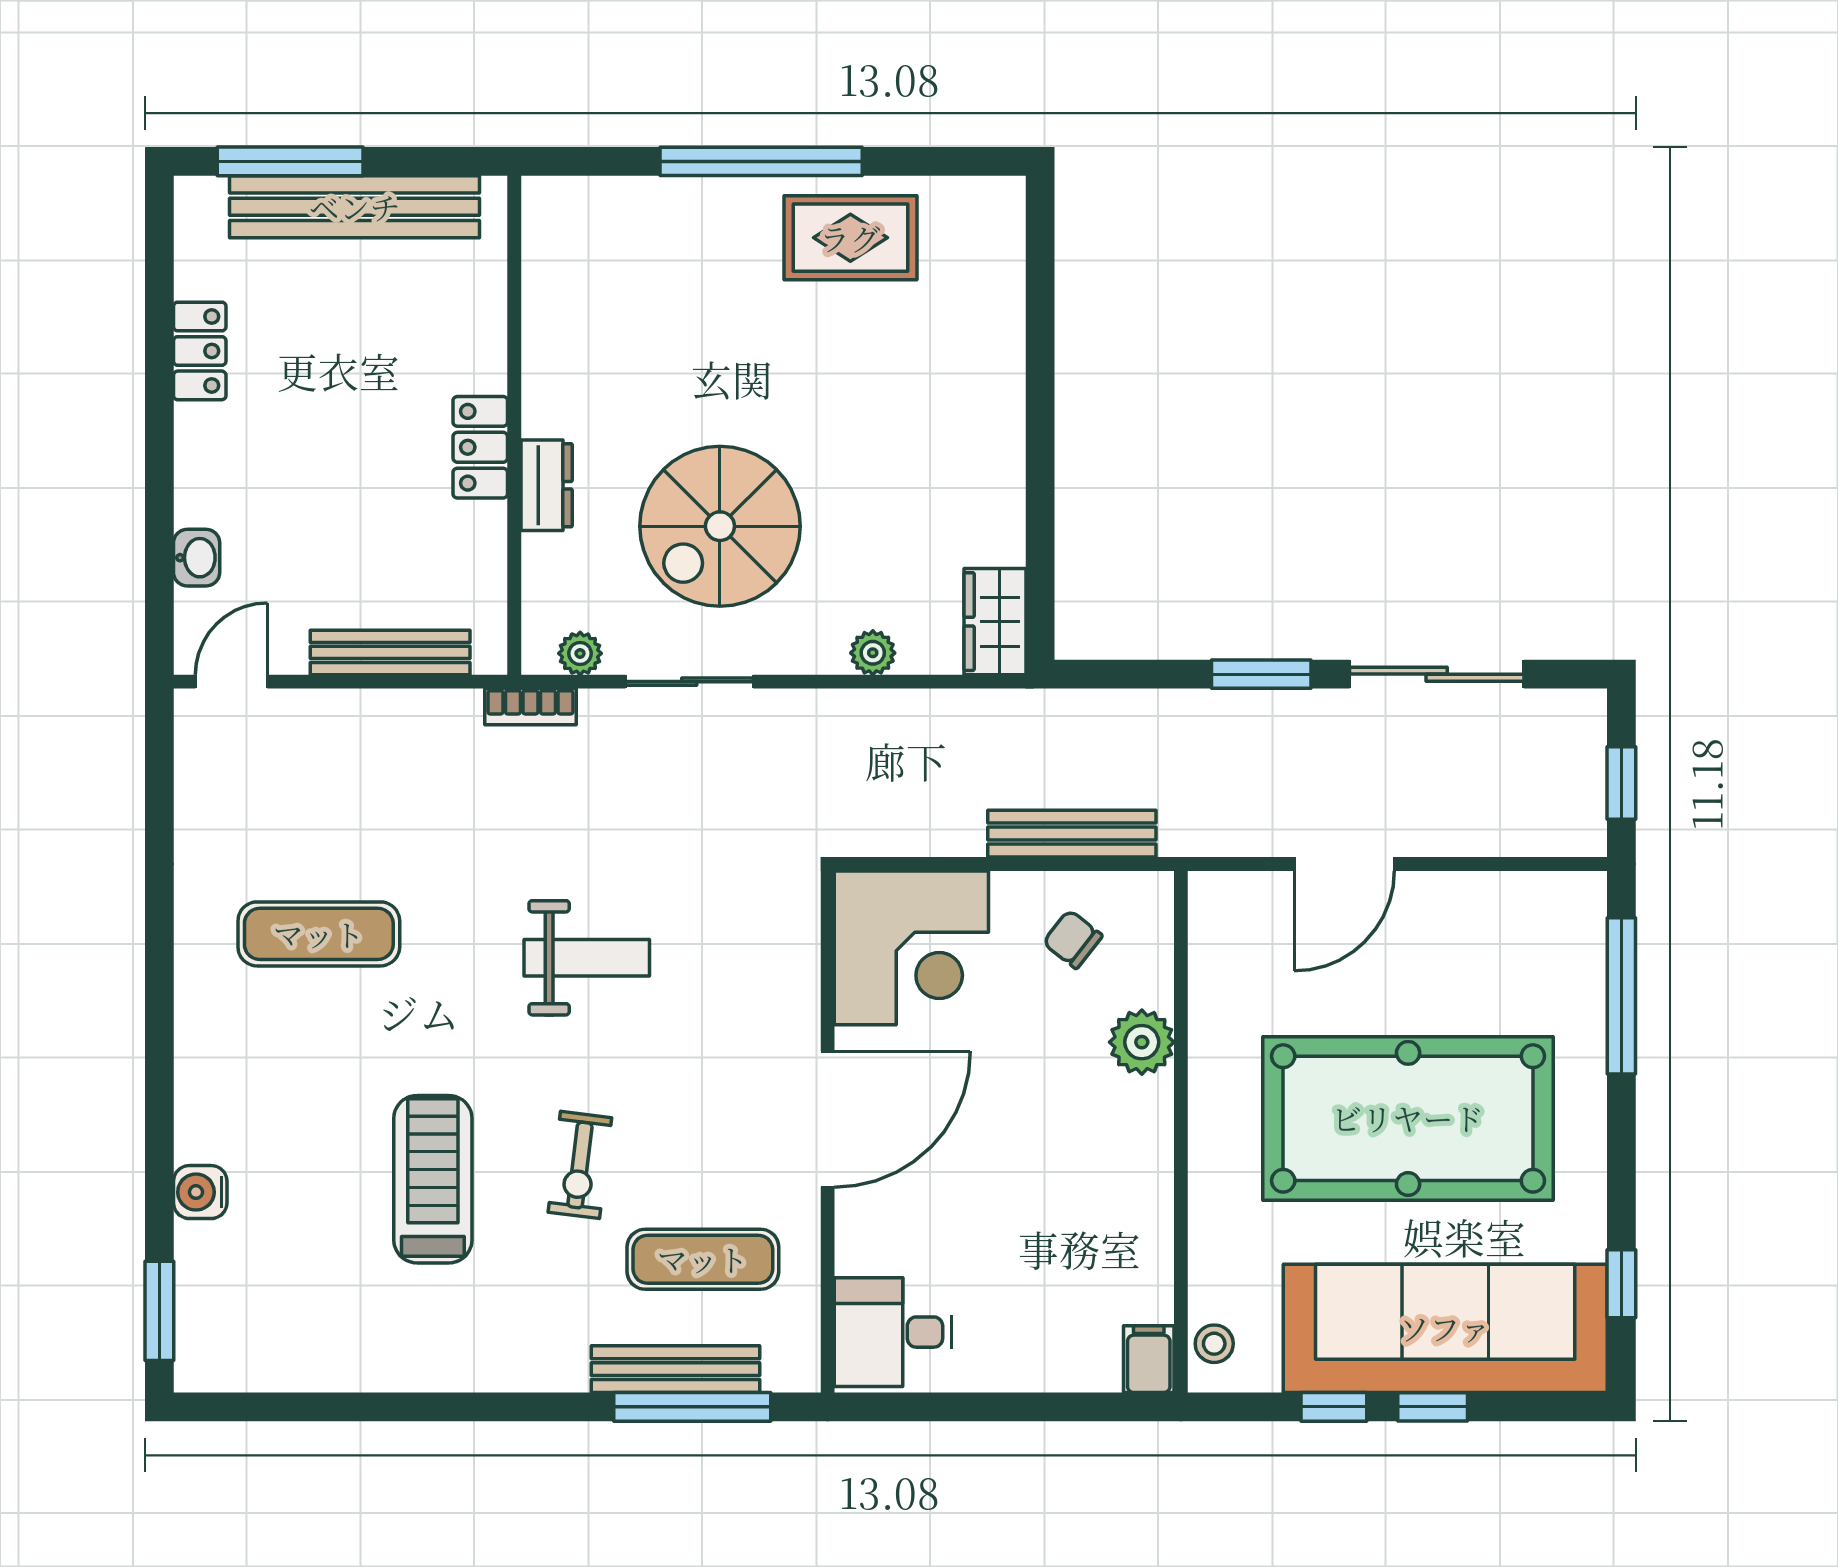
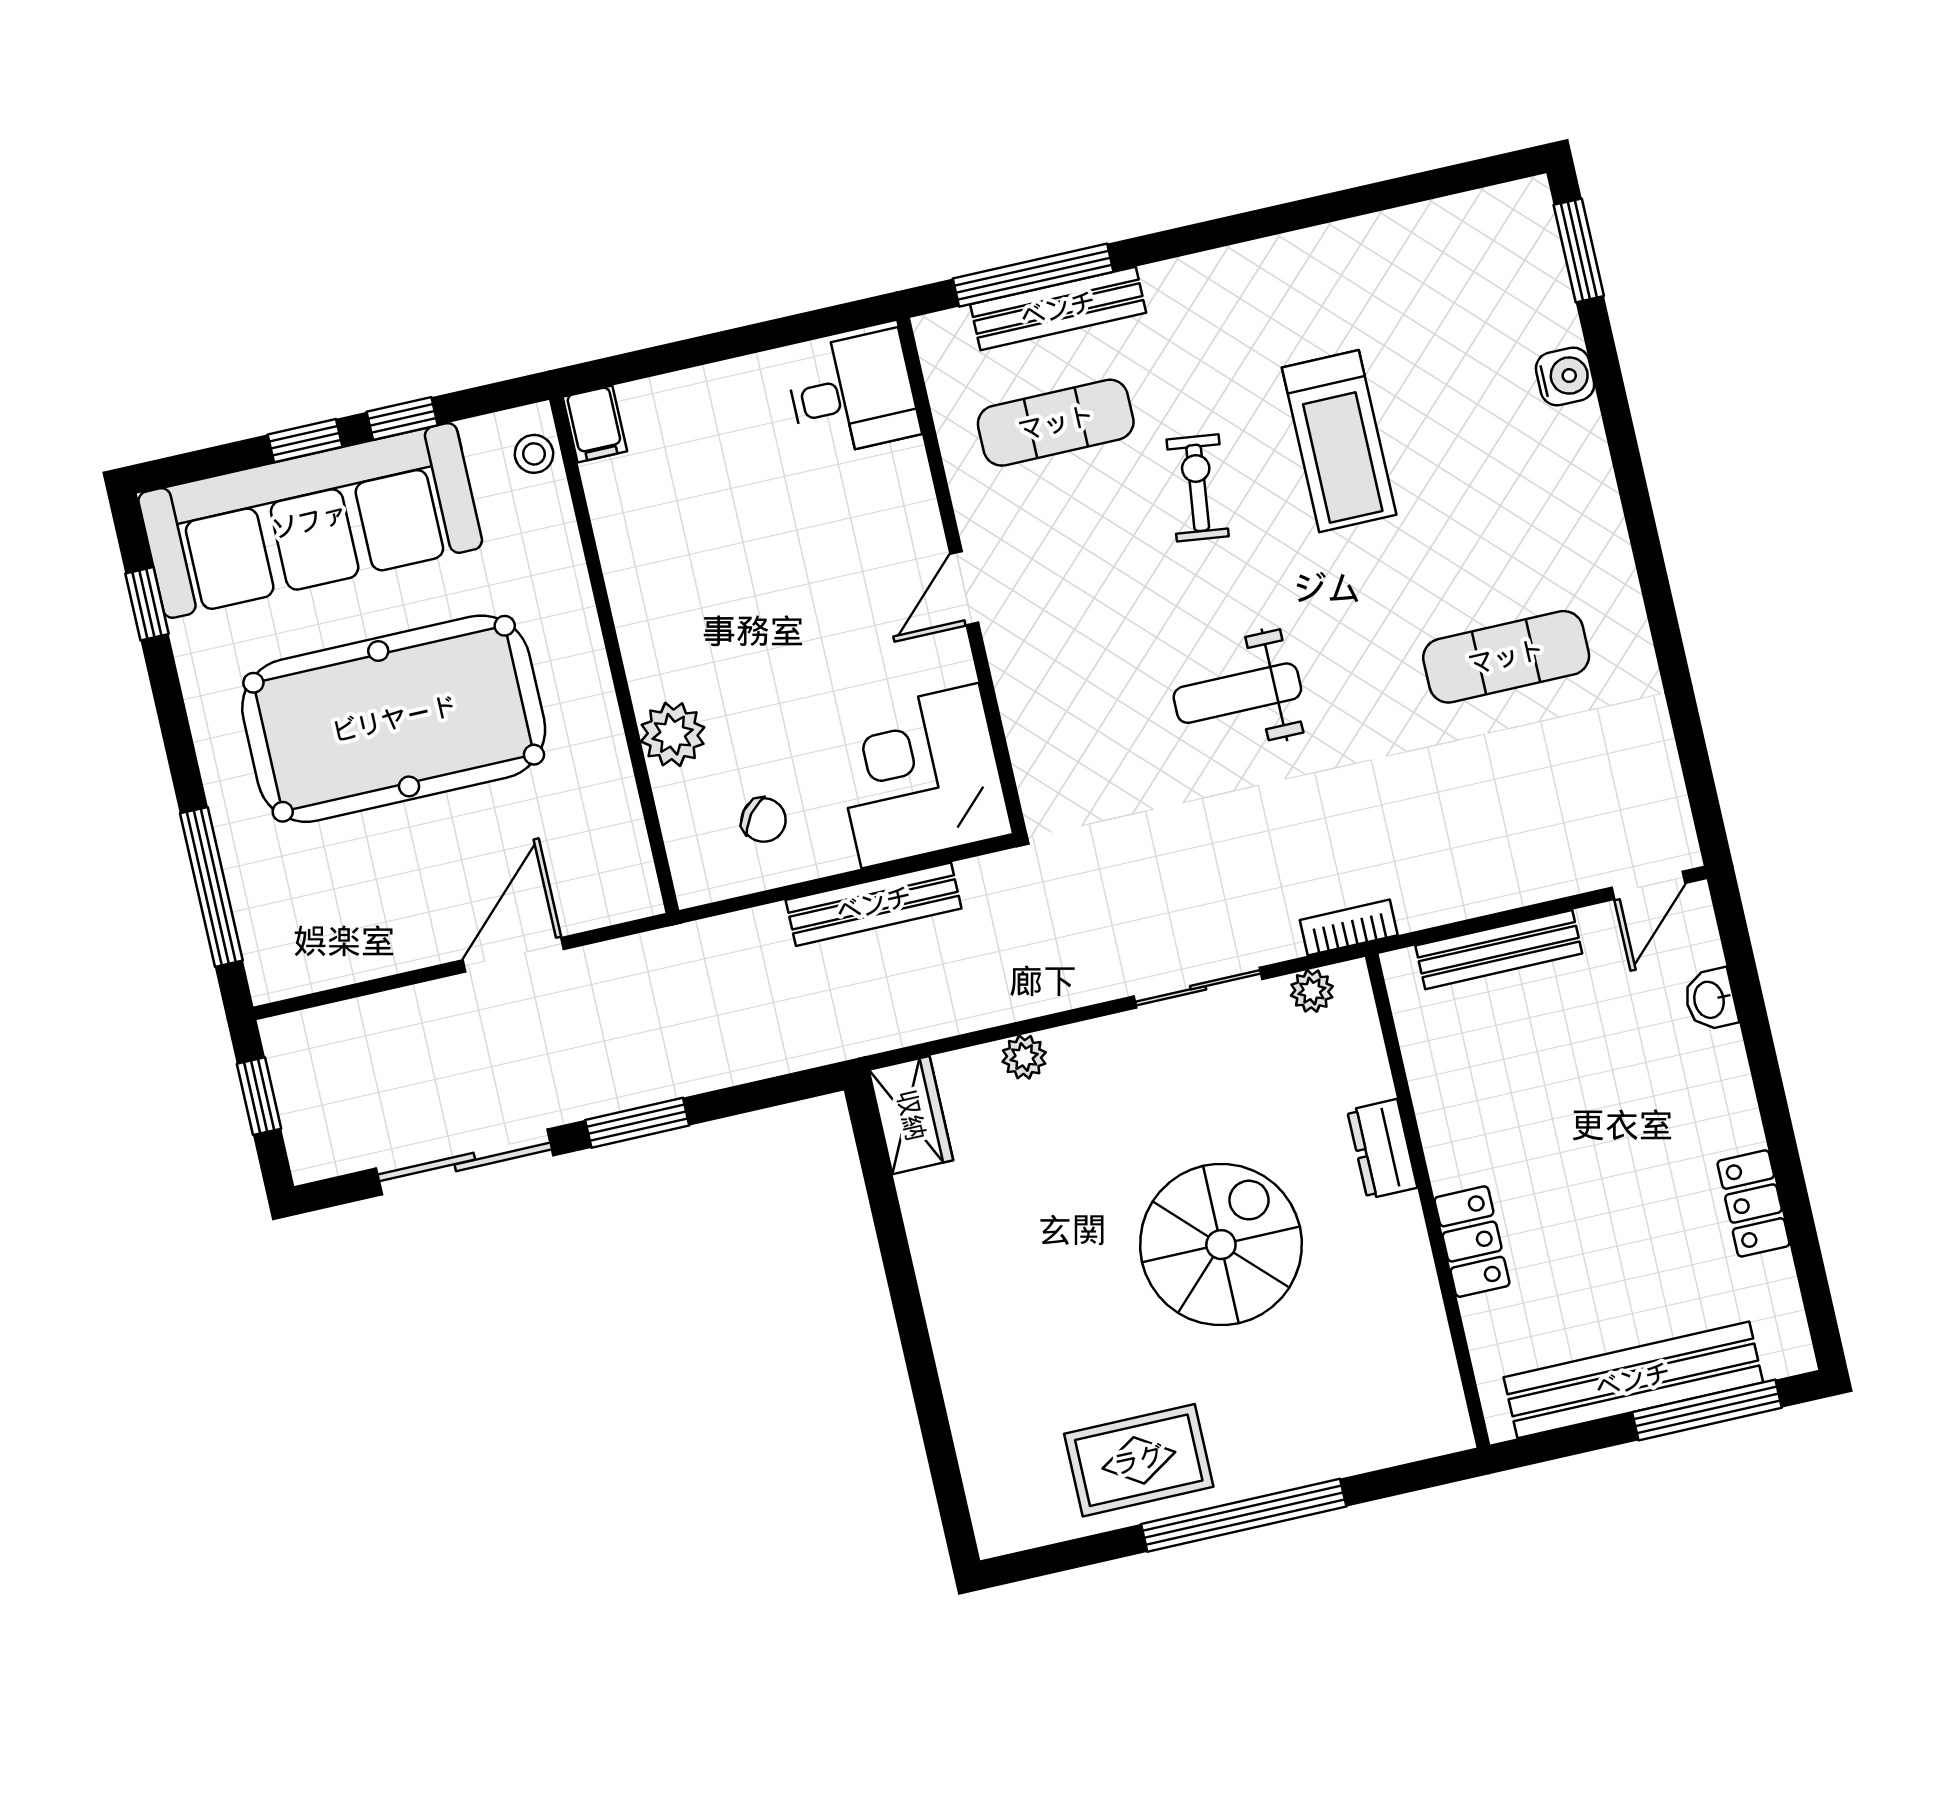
locker: (480, 447) -> (1472, 1242), moved
spiral stairs: (720, 526) -> (1221, 1245), moved
bench: (1072, 834) -> (874, 904), moved
door: (828, 1119) -> (964, 588), width x0.53

